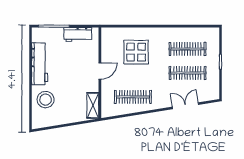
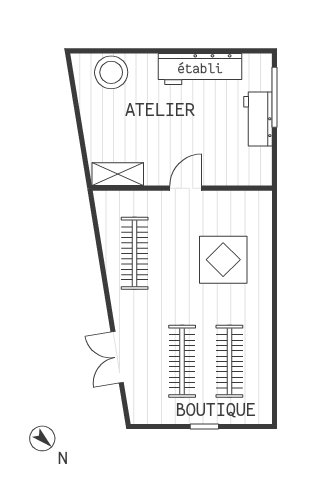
workbench: (78, 34) -> (258, 119), moved
door: (100, 71) -> (186, 188), swing flipped
stool: (46, 100) -> (111, 72), moved
double door: (185, 106) -> (117, 357), swing flipped

